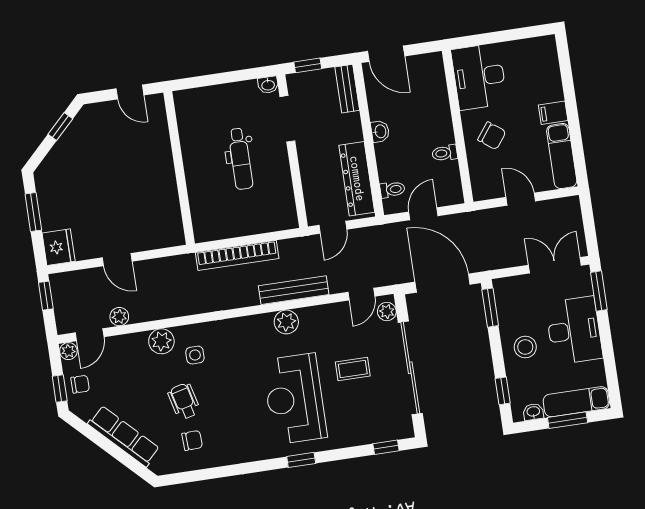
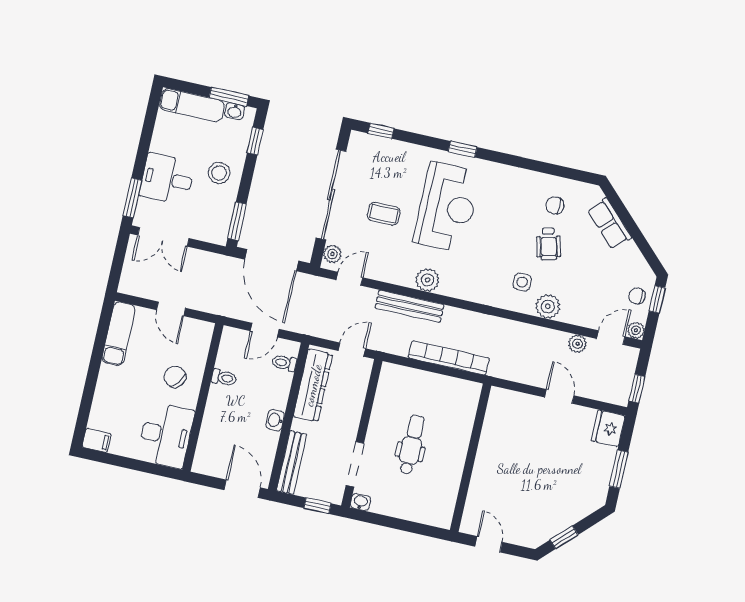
bench: (347, 89) -> (292, 463), width x1.36
filing cabinet: (553, 113) -> (97, 440), moved
desk: (574, 330) -> (167, 179), width x0.73
window: (568, 420) -> (229, 97), moved
row of seats: (124, 436) -> (609, 224), width x0.68

